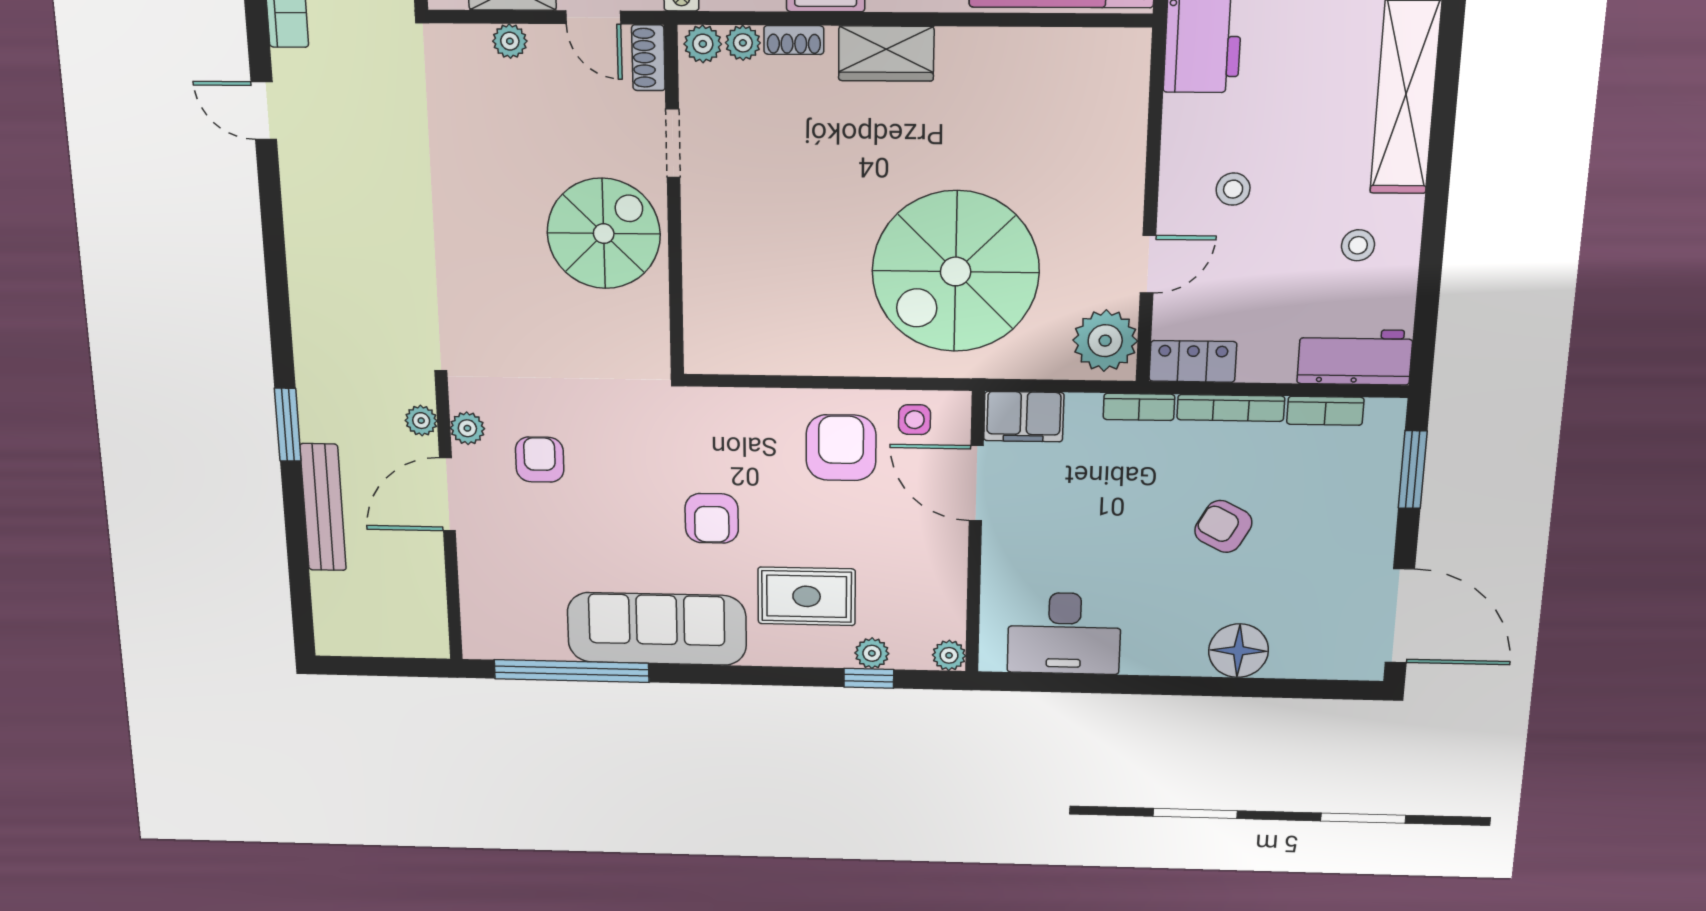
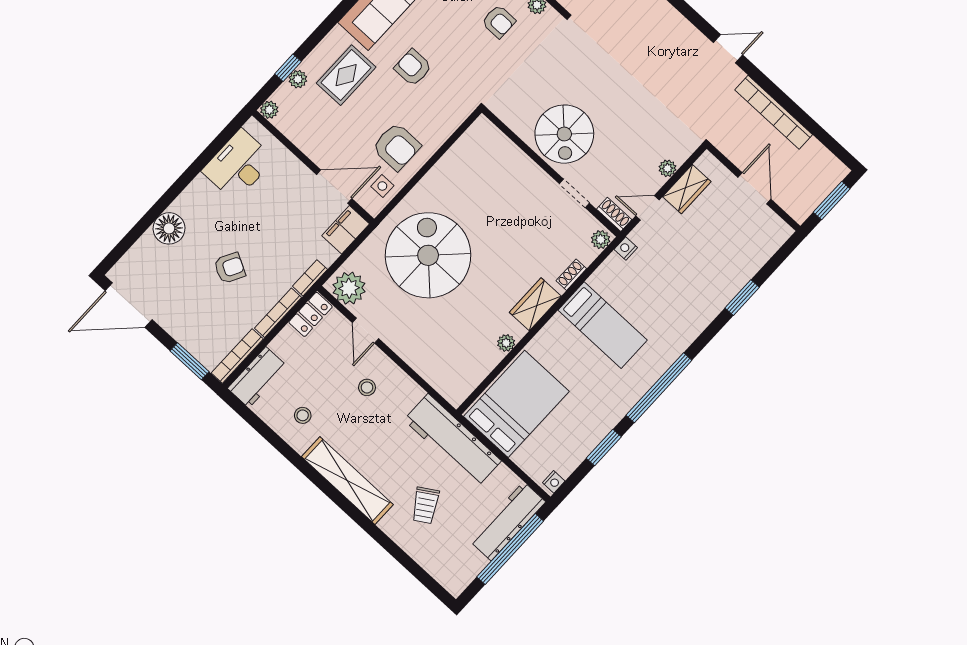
plant: (743, 43) -> (506, 343), moved
bookcase: (1325, 411) -> (237, 356), width x1.56

